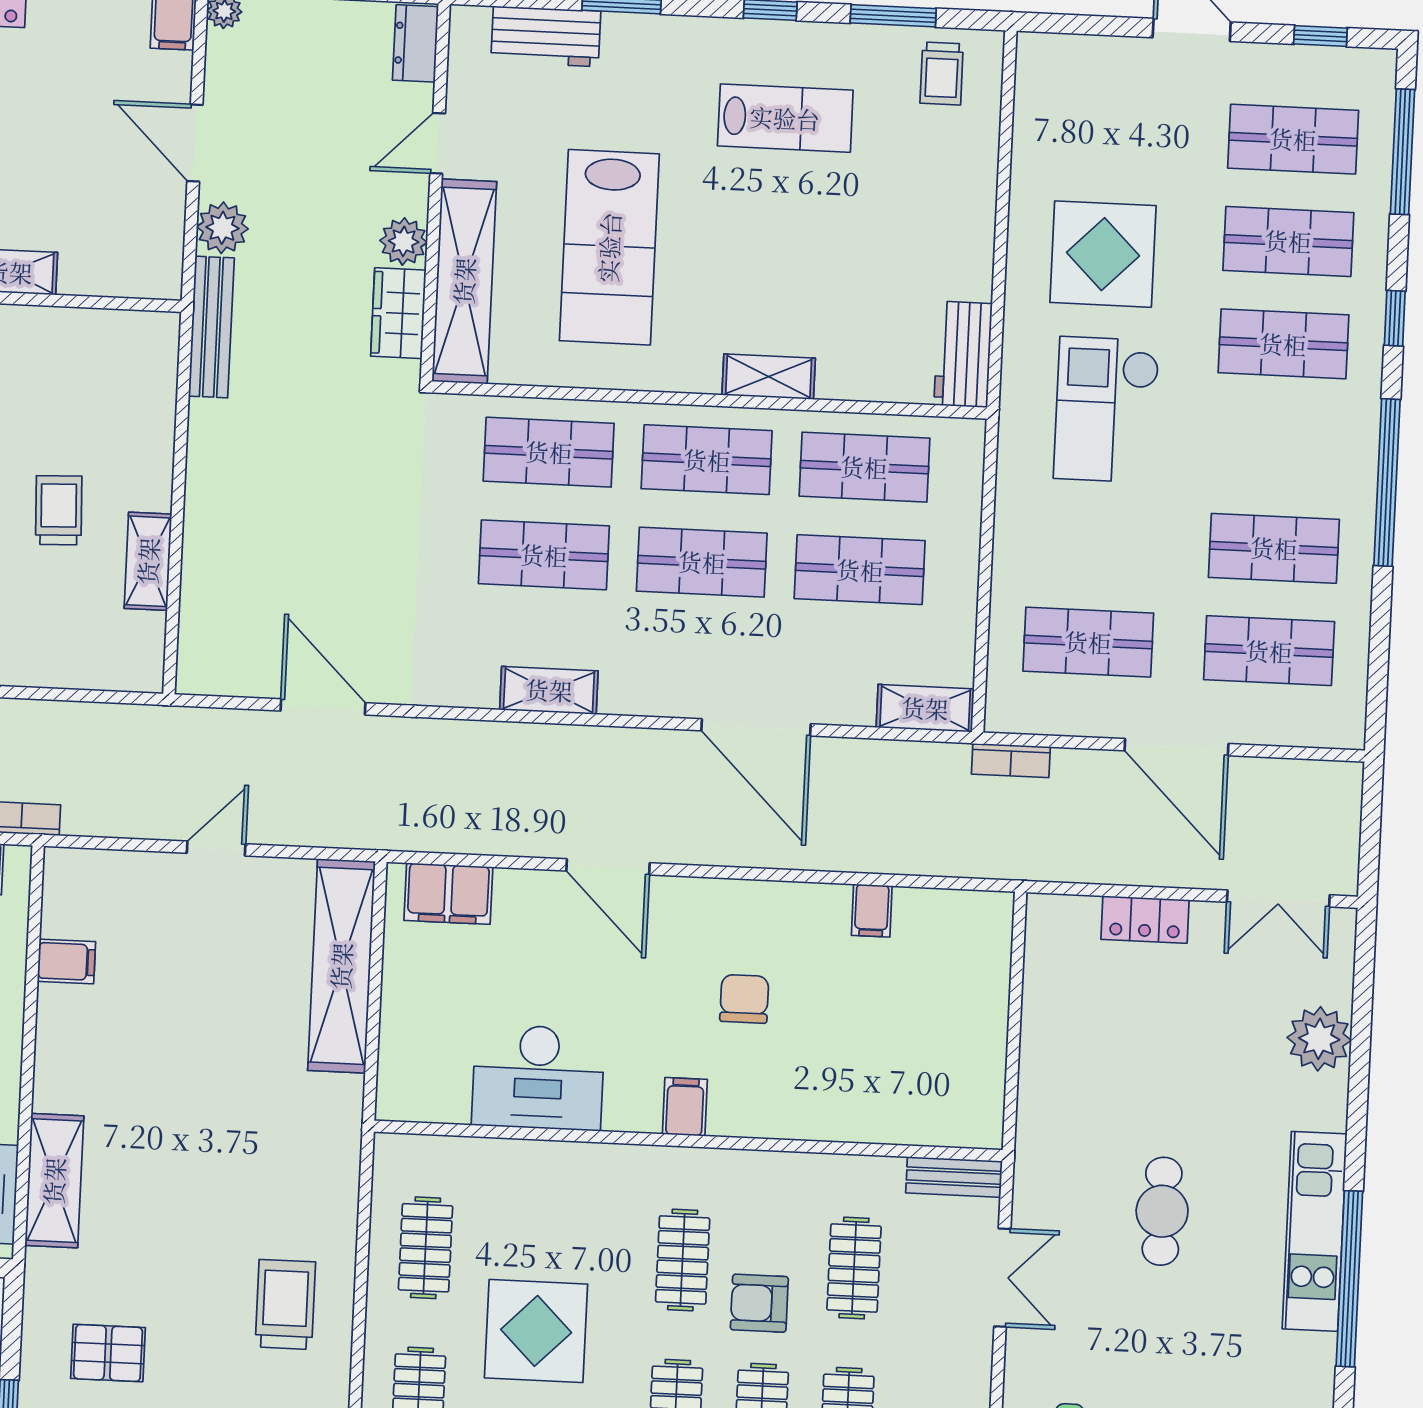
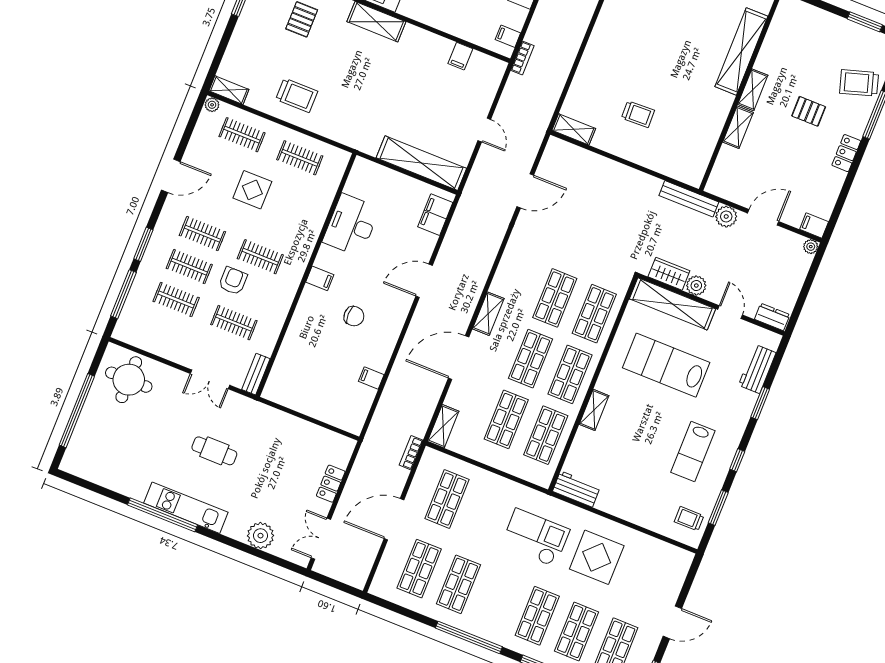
shelving: (148, 561) -> (574, 129), moved
shelving: (549, 690) -> (488, 314), moved
display table: (536, 1331) -> (252, 190), width x0.73, depth x0.73

